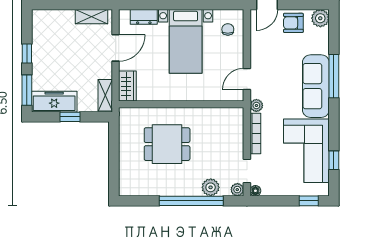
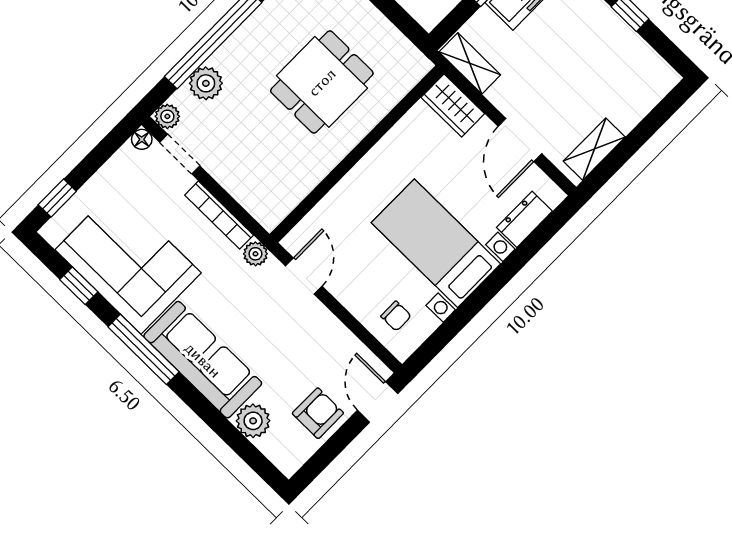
plant: (320, 18) -> (253, 421), moved
window: (334, 76) -> (143, 349), moved

